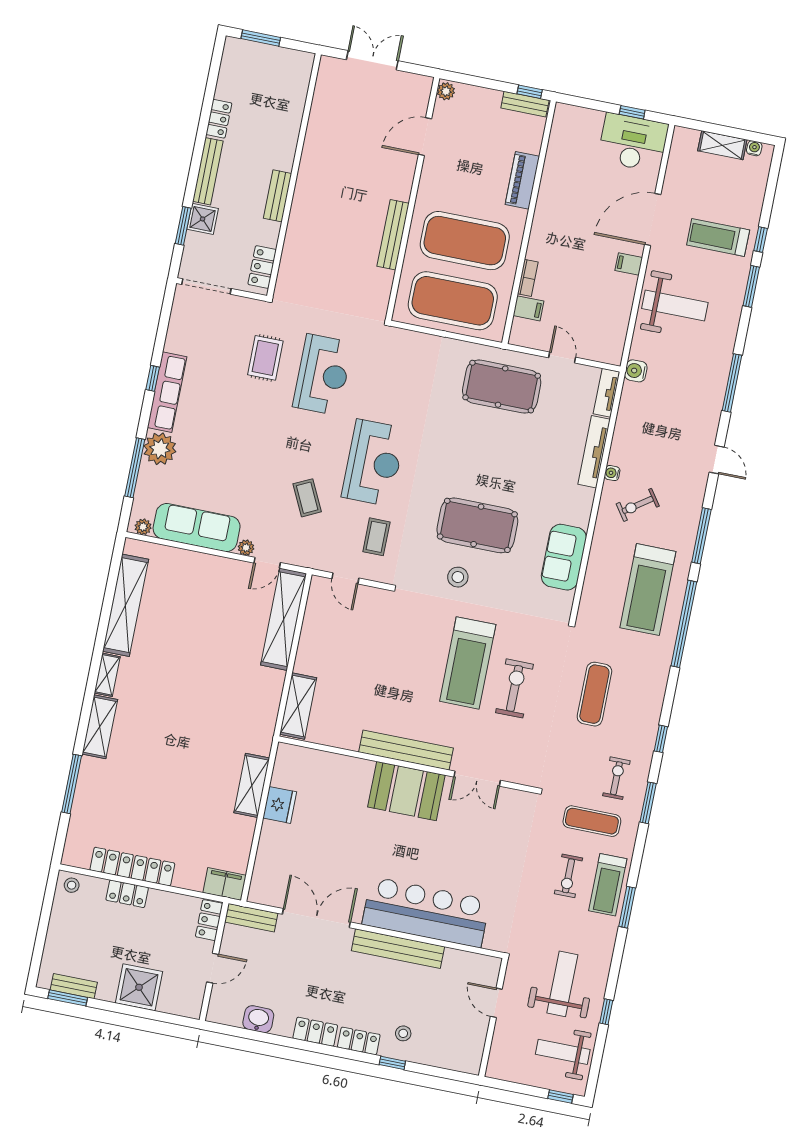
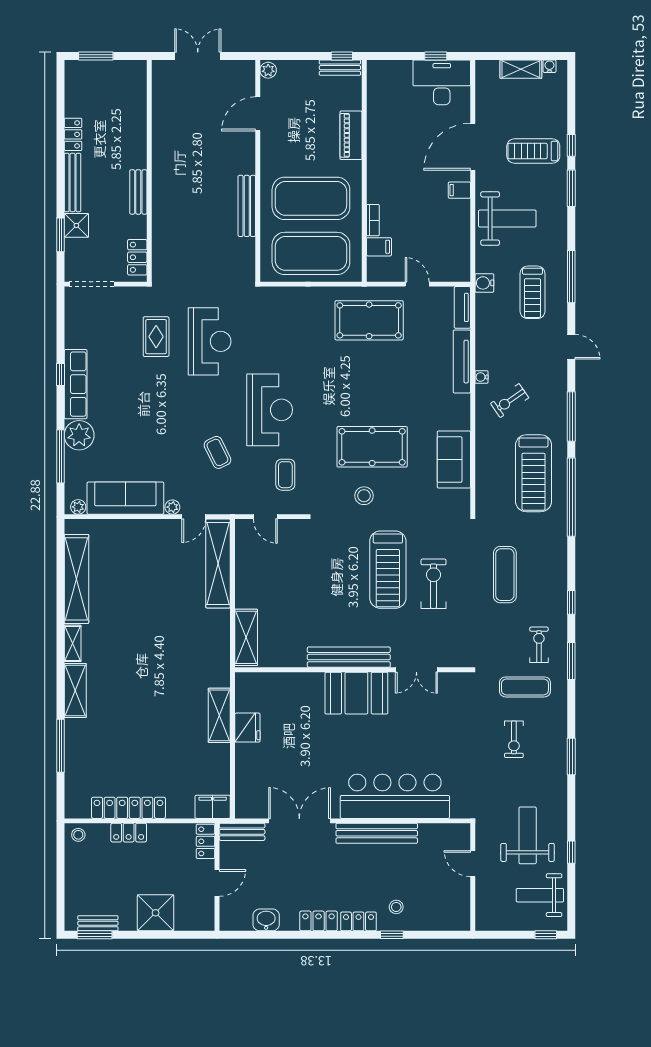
treadmill: (608, 885) -> (532, 292), moved

